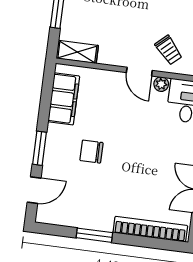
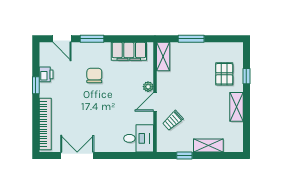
plant: (161, 84) -> (148, 87), moved
printer: (81, 219) -> (46, 74), added
window: (94, 235) -> (36, 85), width x0.67

